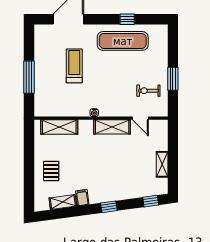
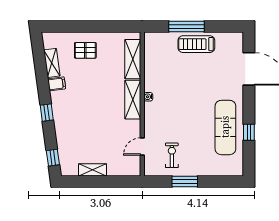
treadmill: (74, 66) -> (196, 44), moved, turned 180
shelving: (112, 127) -> (133, 100), moved

